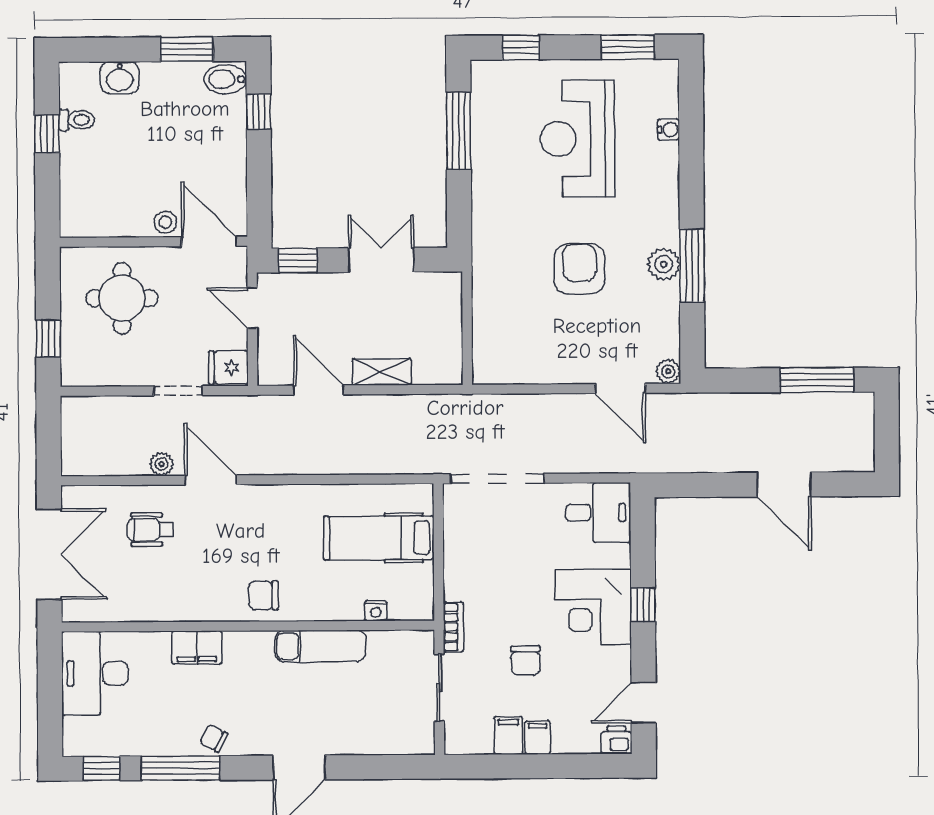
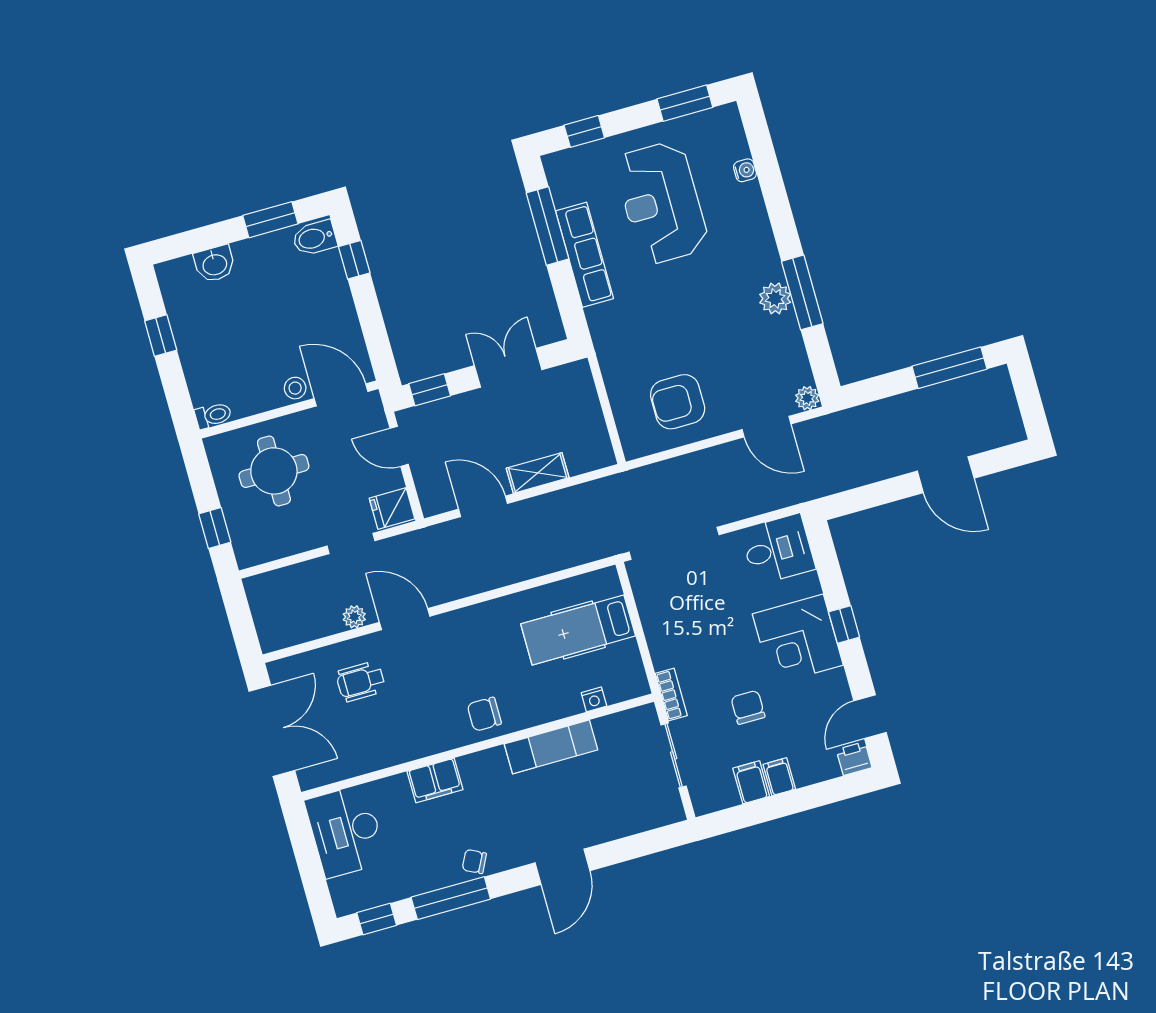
toilet: (77, 120) -> (213, 415), moved
row of seats: (487, 169) -> (585, 255), added
armchair: (579, 269) -> (678, 402), moved, turned -90
chair: (526, 660) -> (748, 707), turned 180

